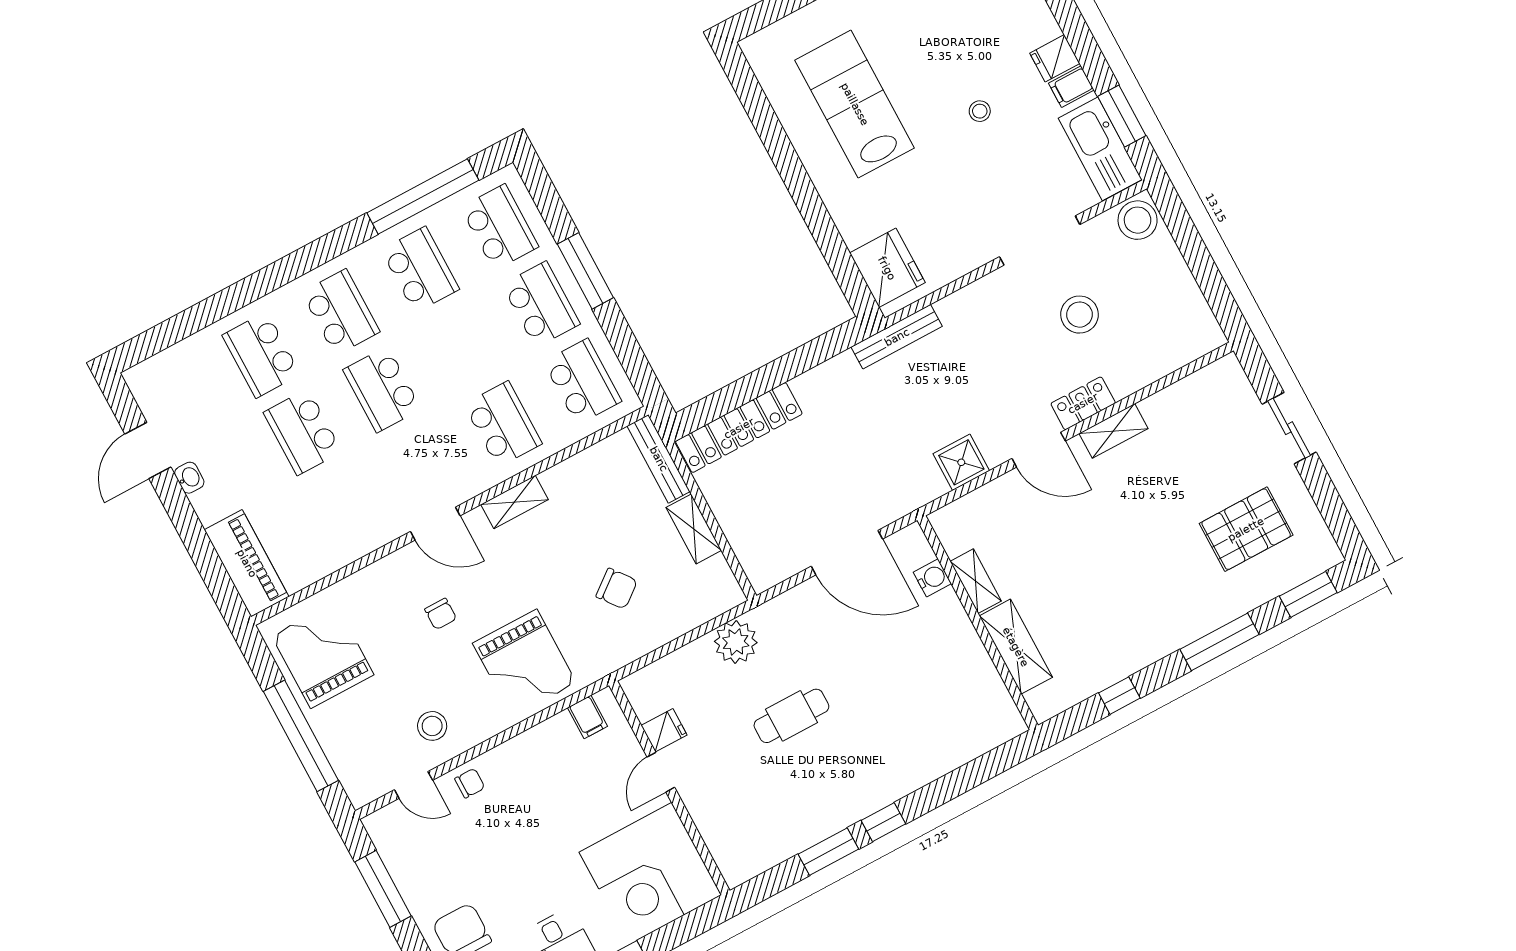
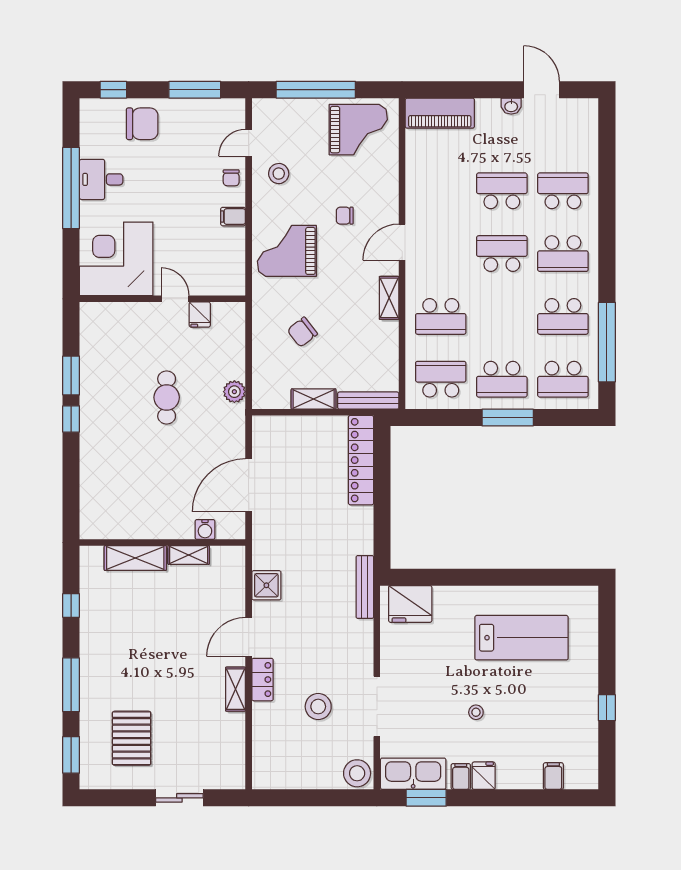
school desk: (582, 382) -> (441, 379), turned 180
plant: (736, 642) -> (234, 392), width x0.73, depth x0.73
filing cabinet: (587, 717) -> (233, 217), moved

